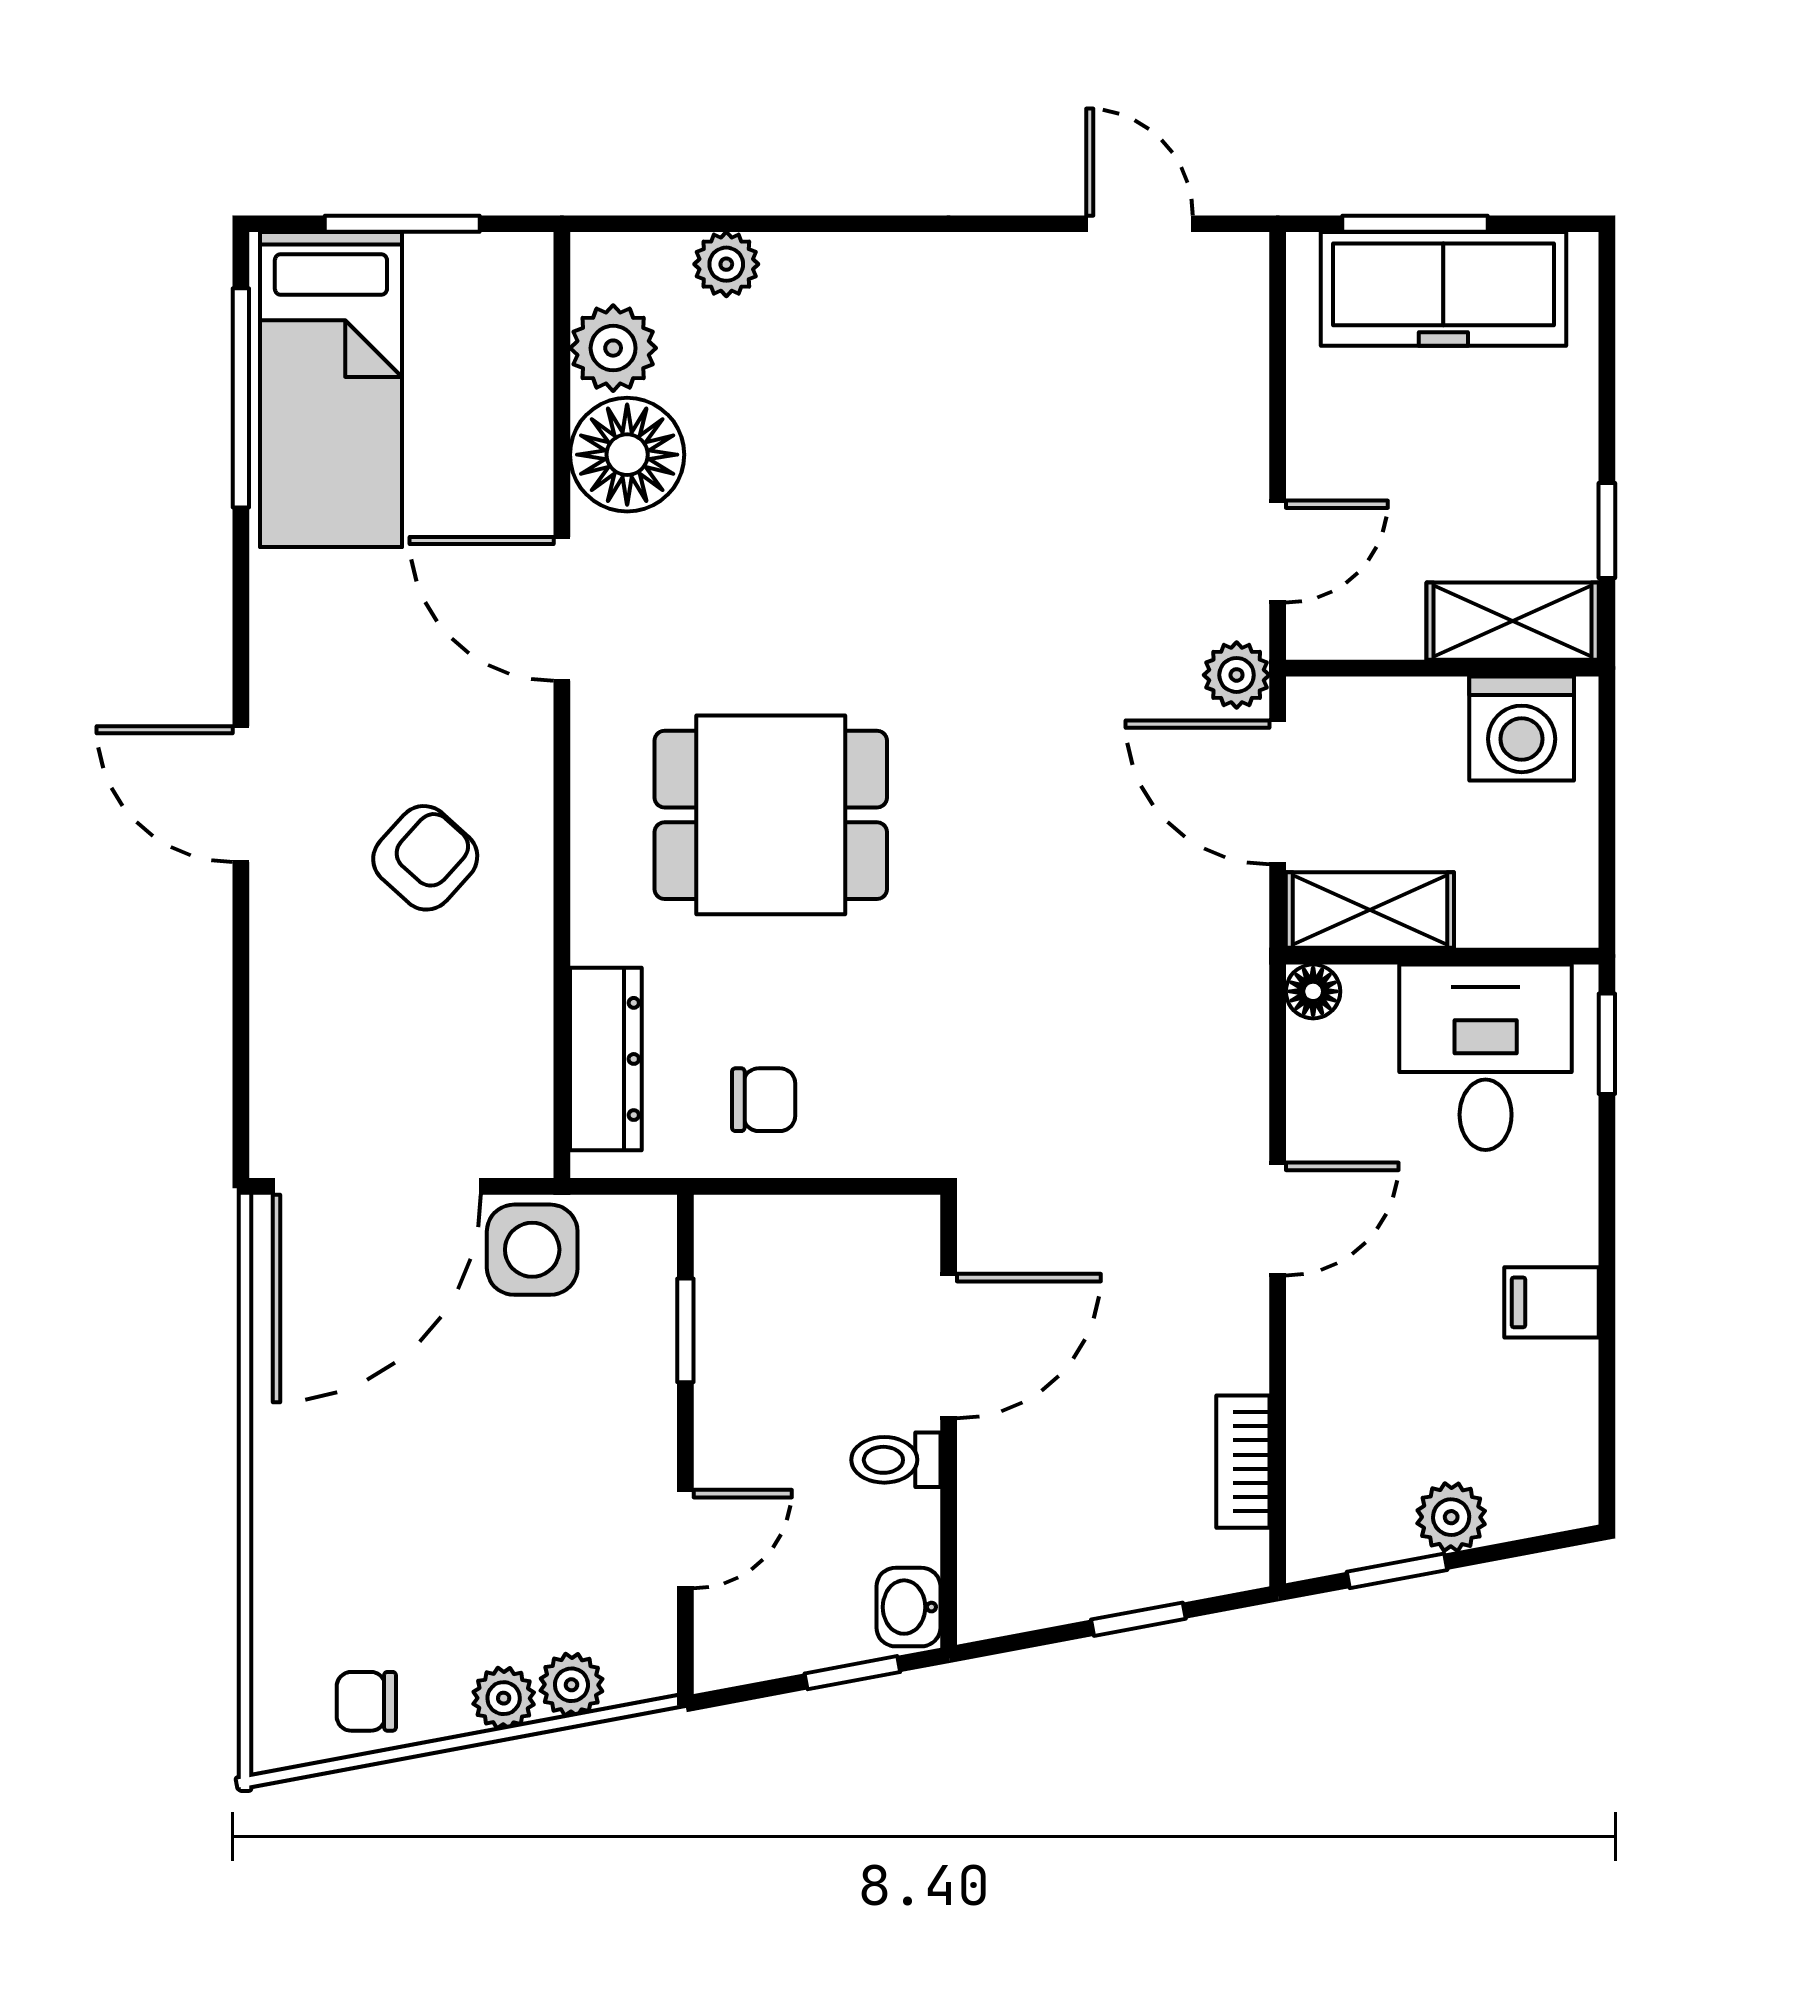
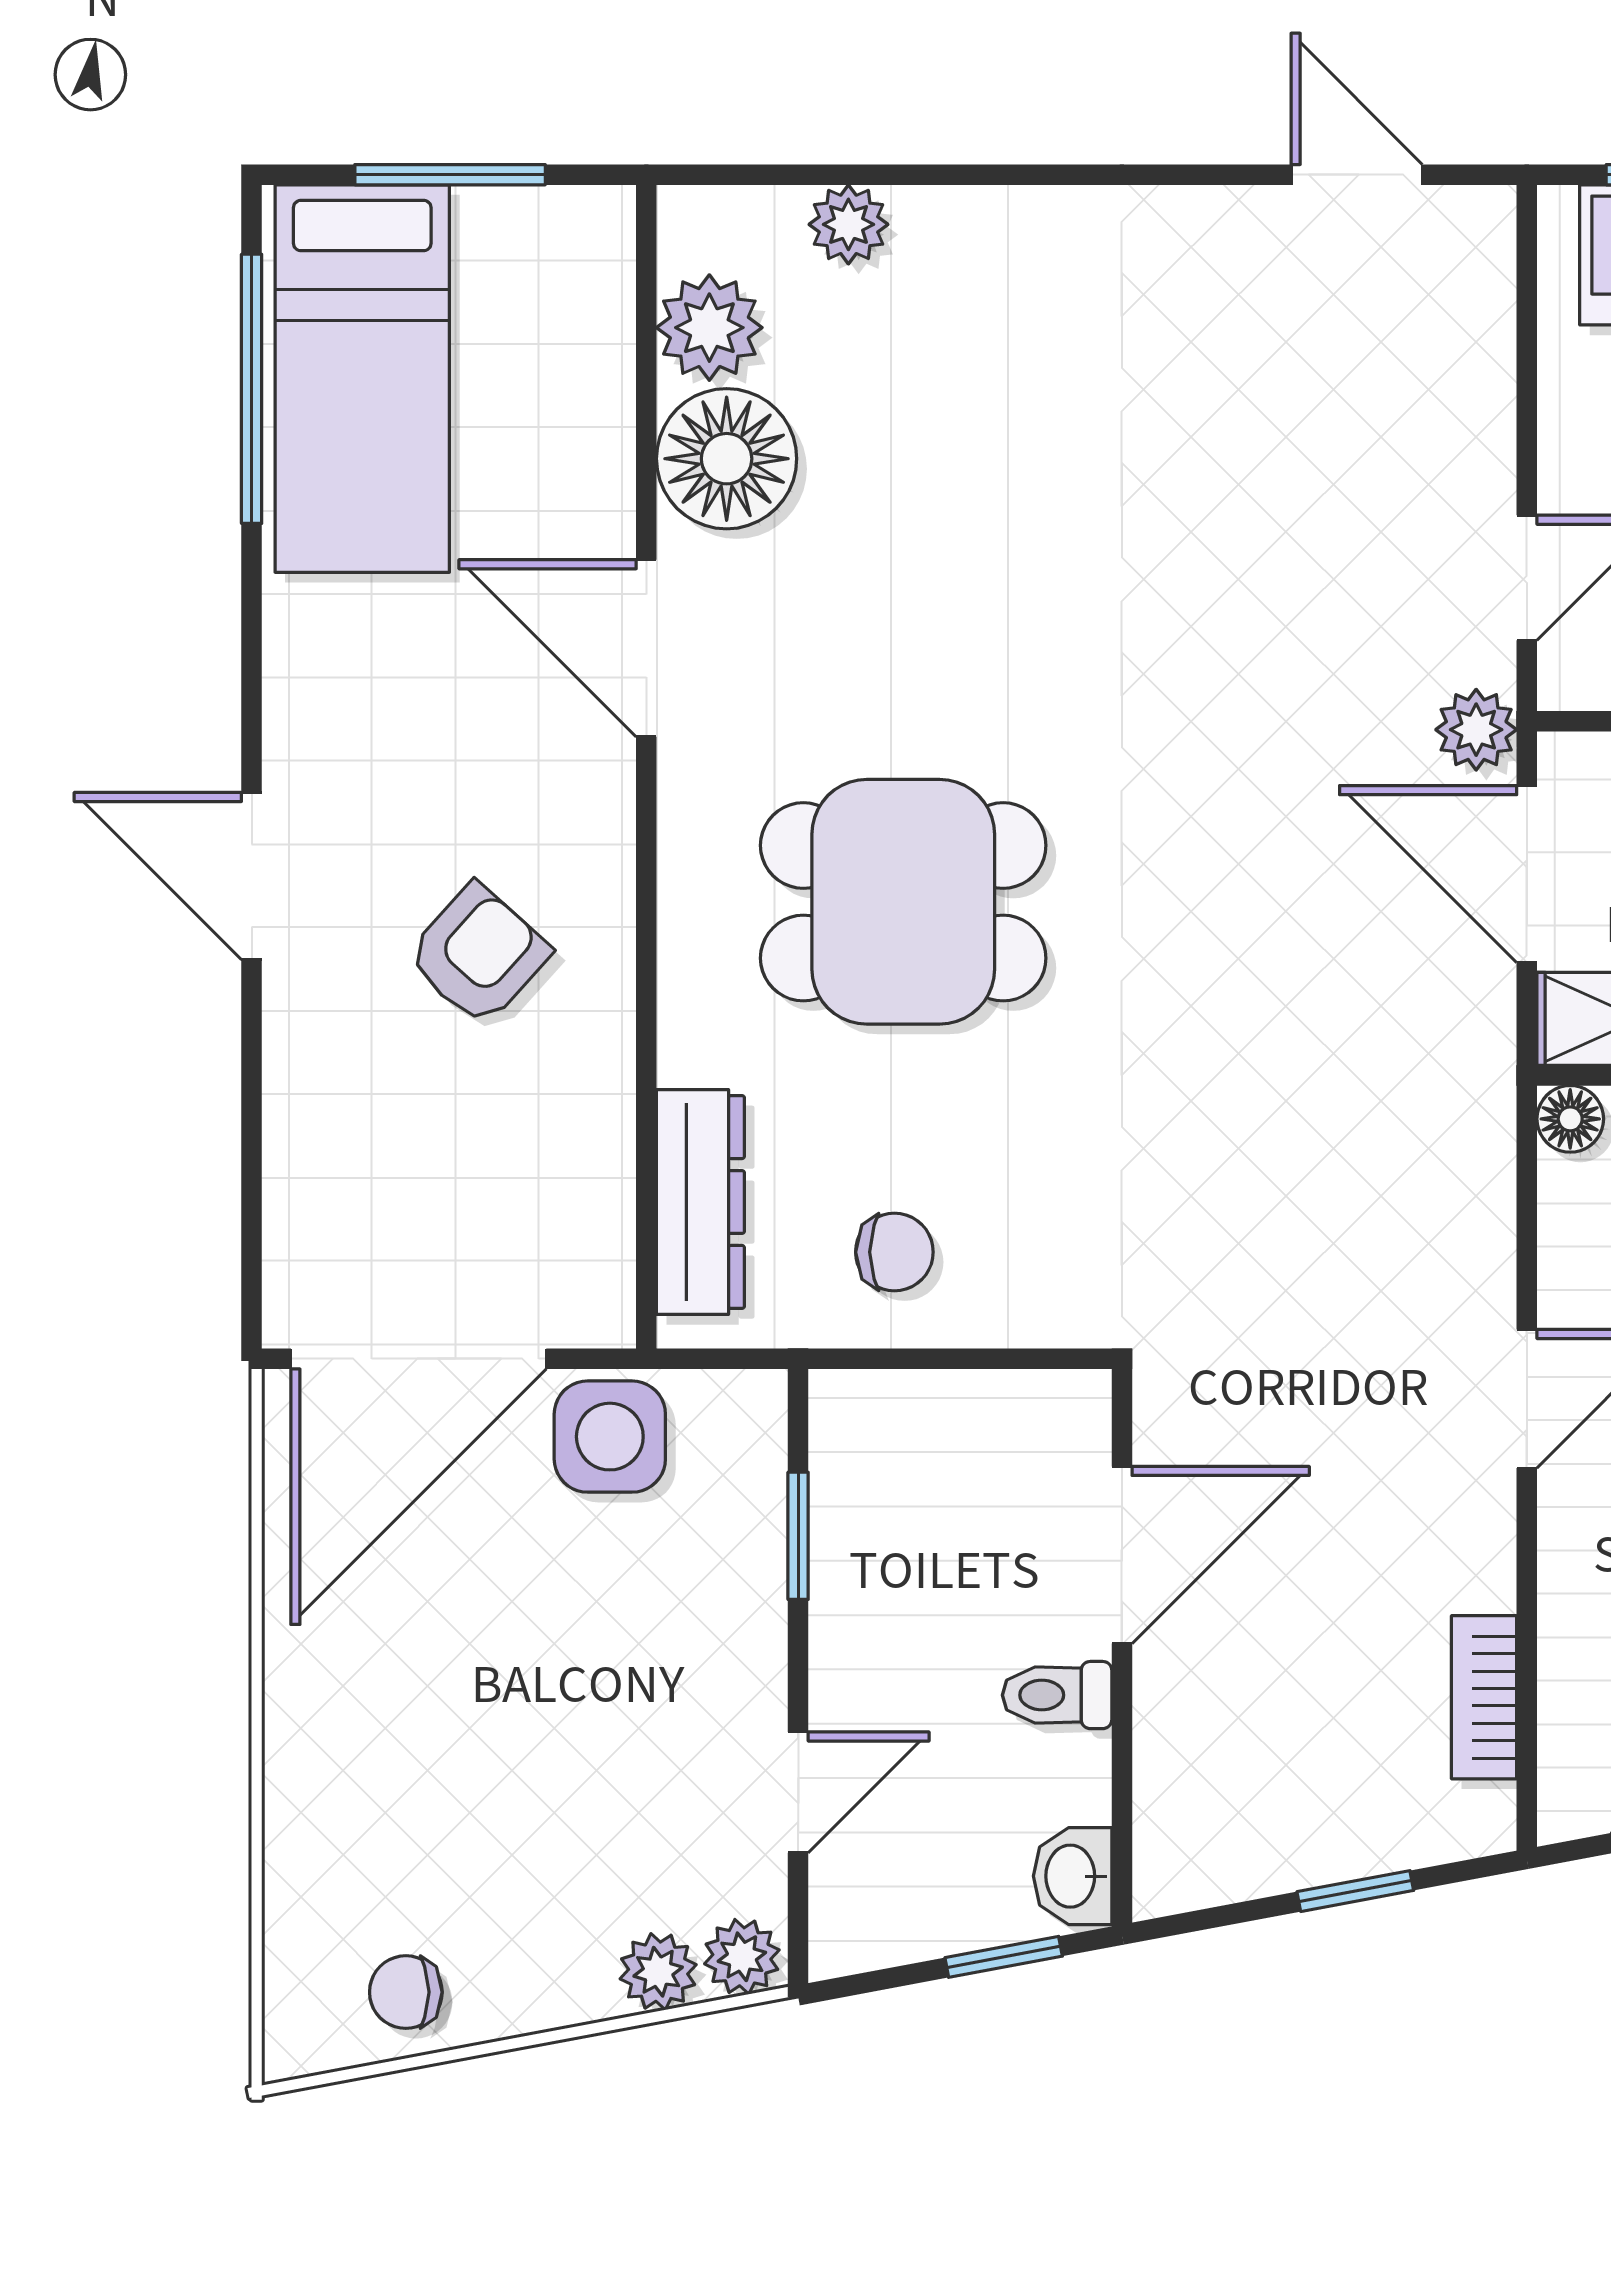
plant: (504, 1698) -> (742, 1957), moved

